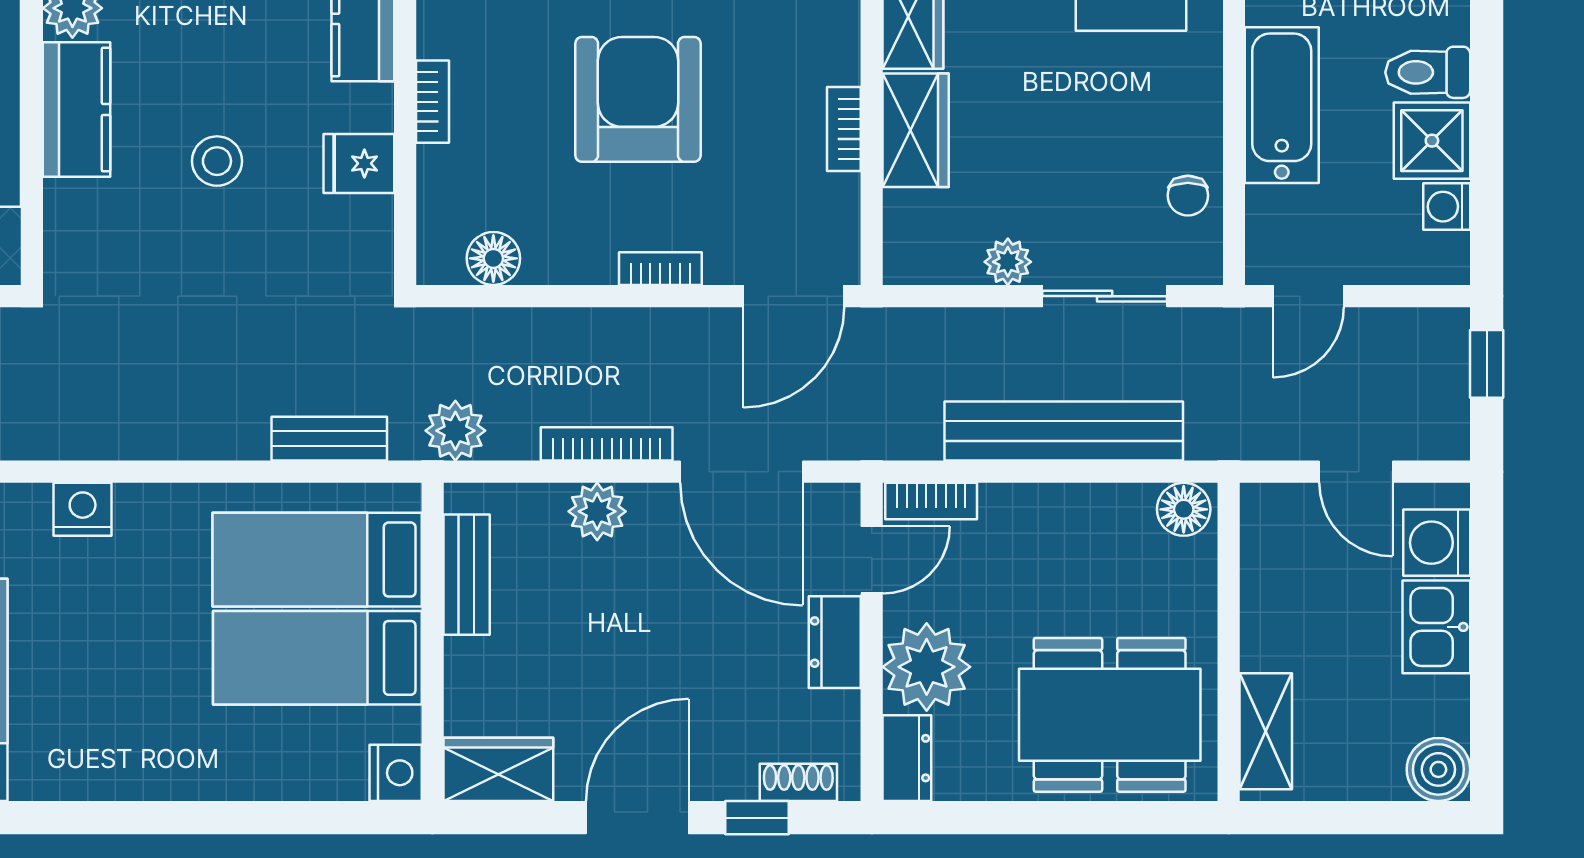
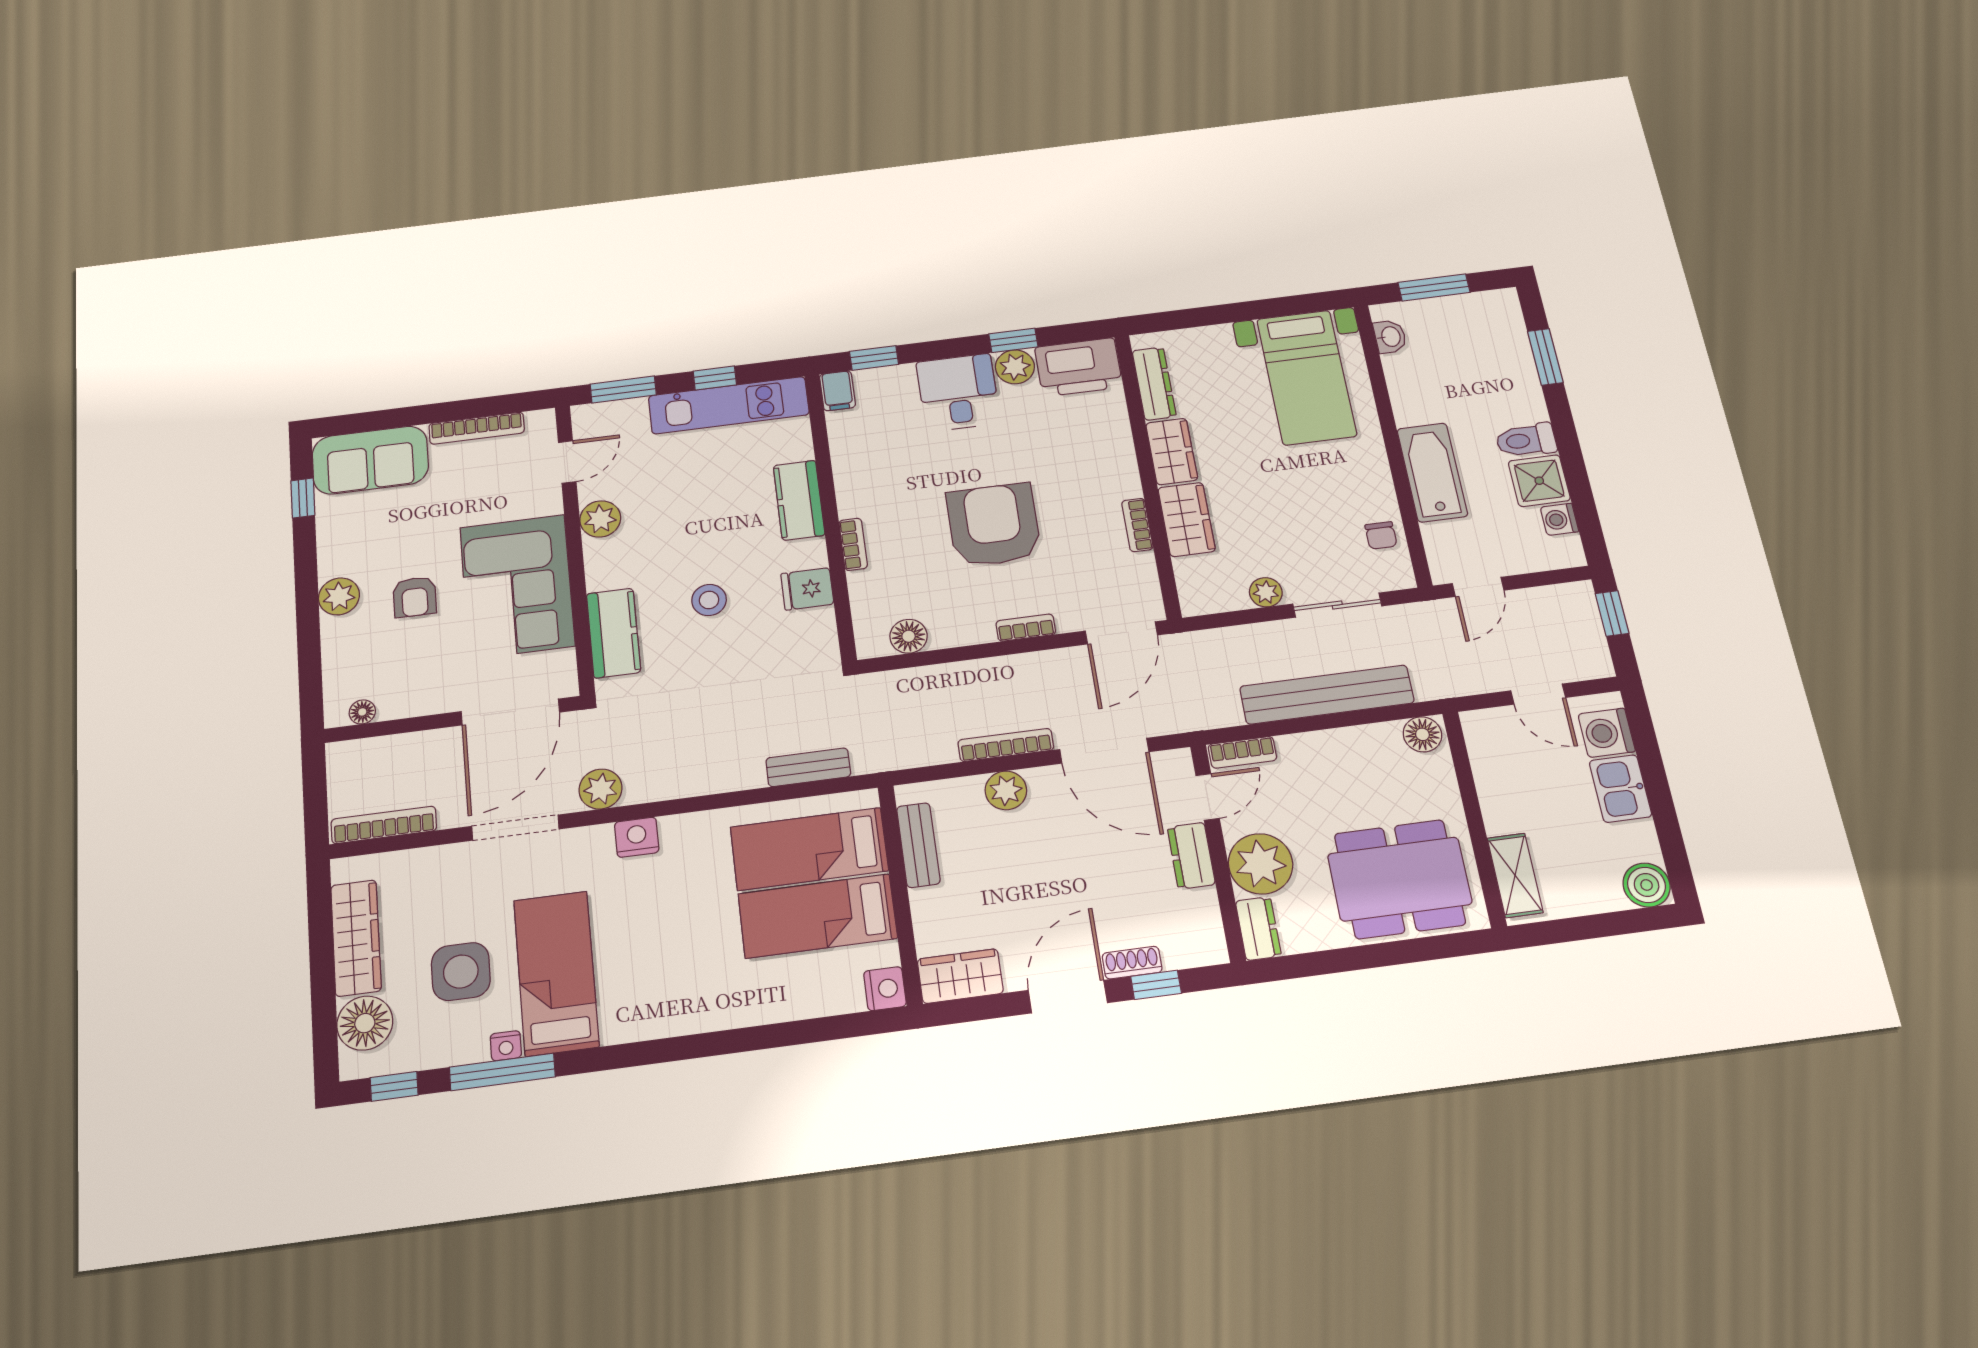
kitchen counter: (76, 109) -> (613, 633), moved
plant: (455, 431) -> (601, 789), moved
shoe rack: (798, 782) -> (1132, 963), moved

